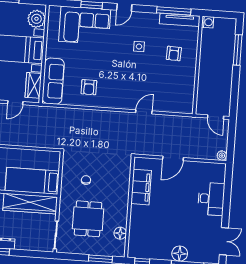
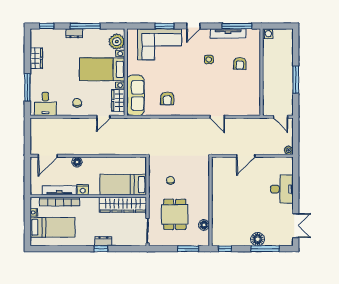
tv unit: (180, 20) -> (228, 34), moved
window: (238, 50) -> (296, 80), moved
door: (144, 112) -> (217, 117), swing flipped
filing cabinet: (141, 187) -> (219, 183), removed

